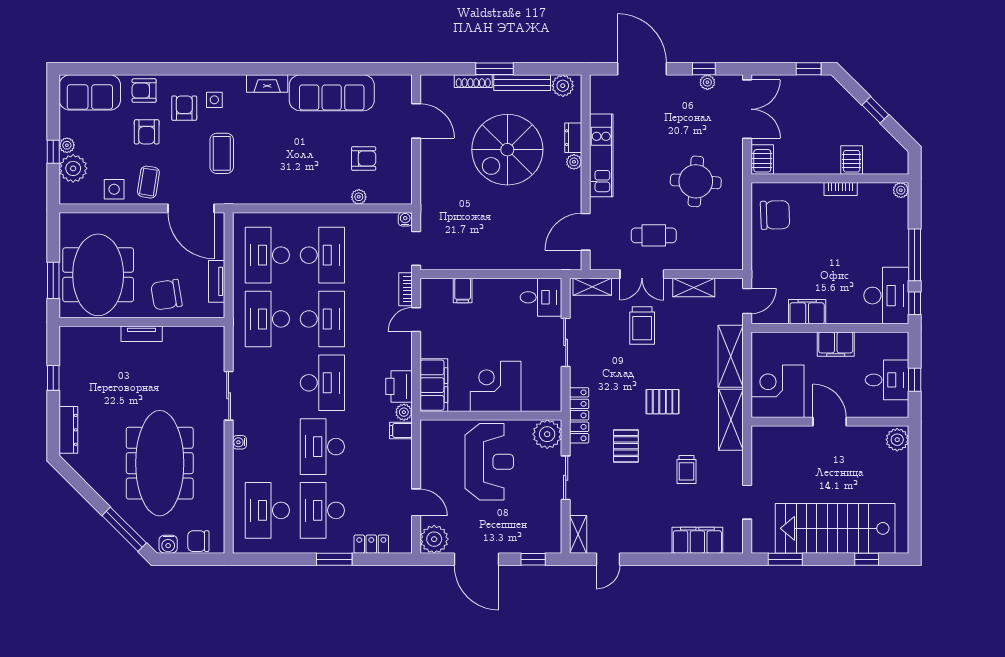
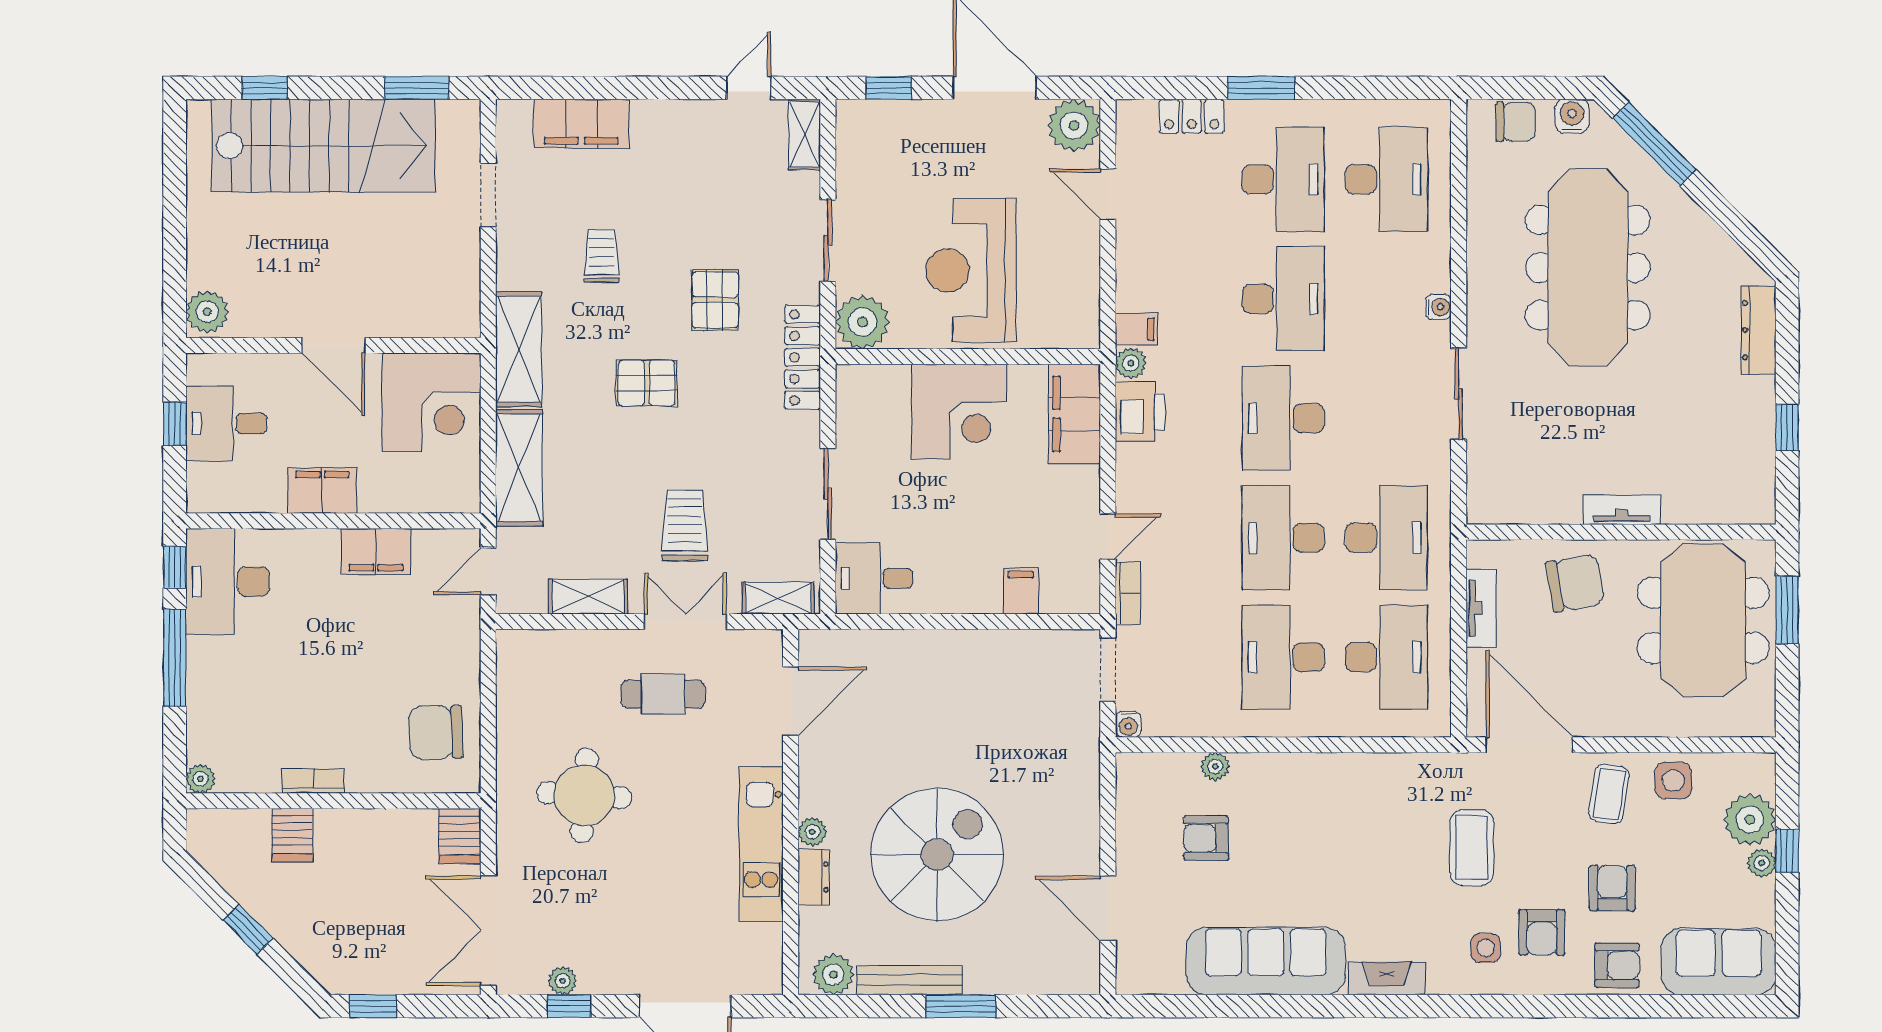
shoe rack: (473, 81) -> (1001, 983), removed

